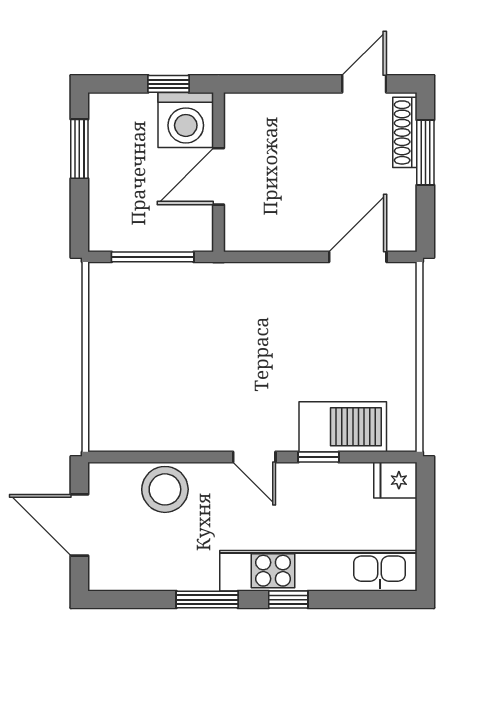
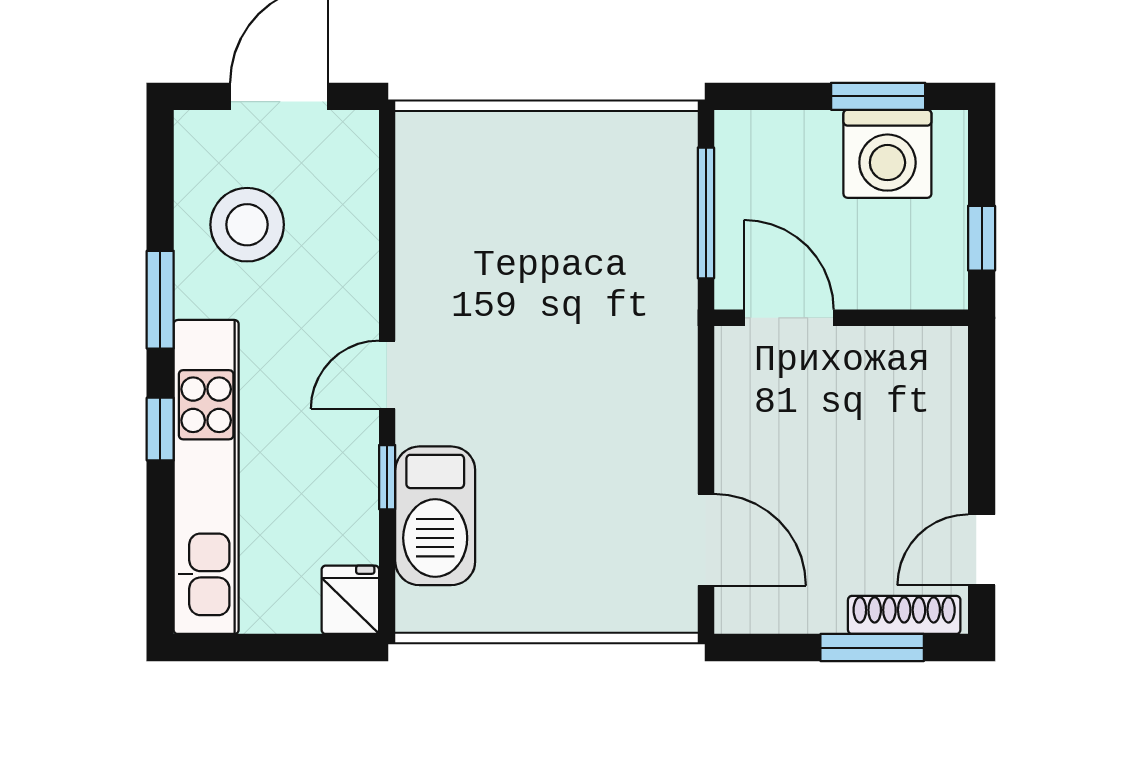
door: (364, 84) -> (982, 550), swing flipped
washing machine: (186, 120) -> (887, 154), moved, turned -90
door: (218, 176) -> (789, 318), moved
stool: (165, 489) -> (247, 225), moved

